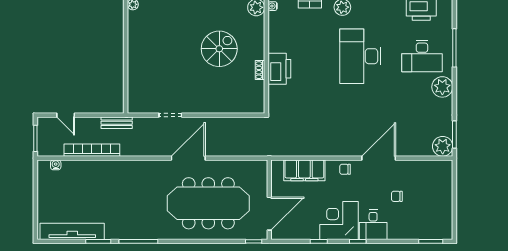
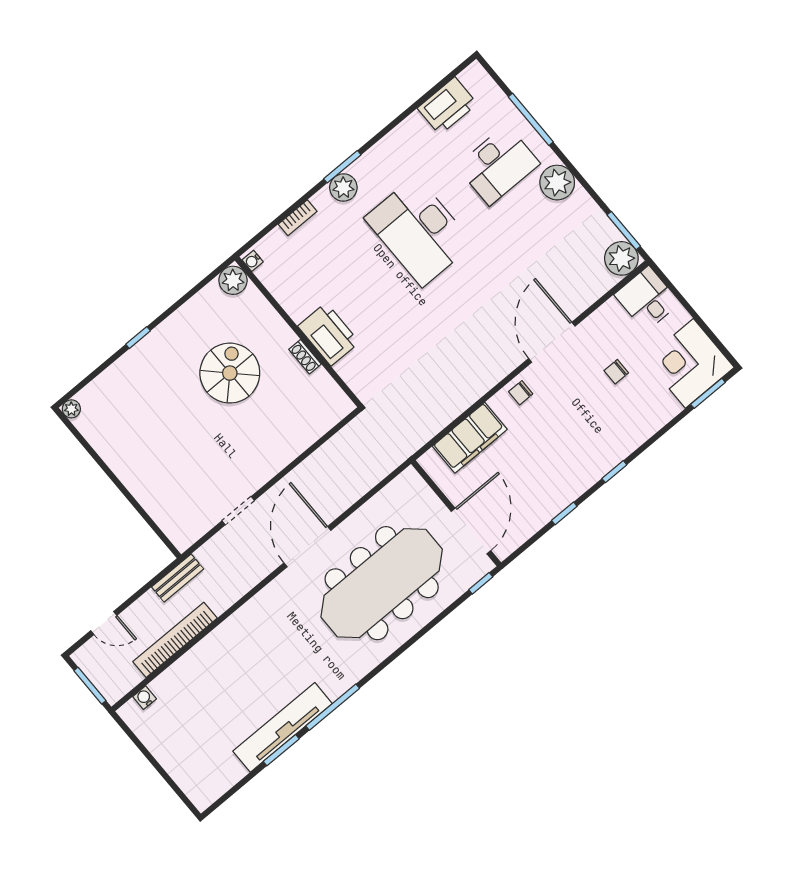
corner desk: (339, 221) -> (689, 363), moved
desk: (373, 225) -> (647, 299), moved, turned 180
tv unit: (72, 231) -> (283, 727), moved

